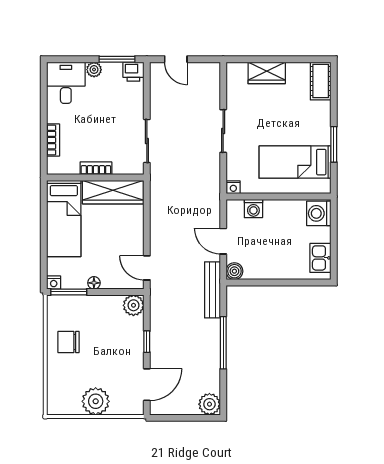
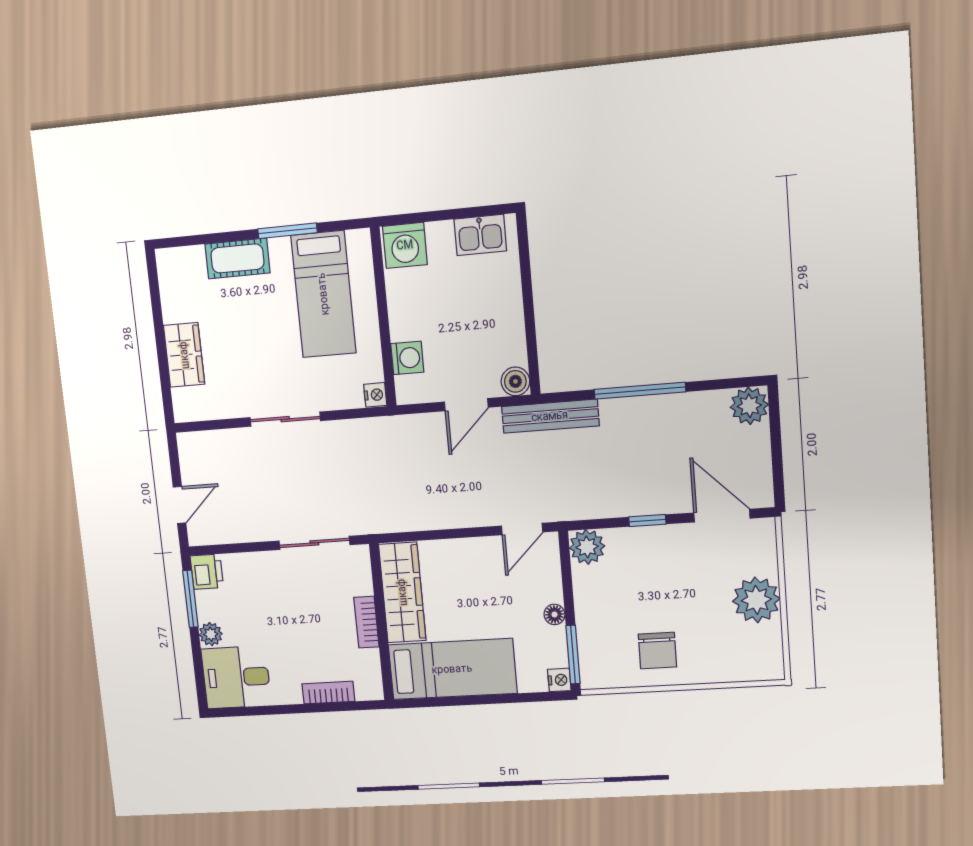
cot: (321, 81) -> (237, 258), moved

